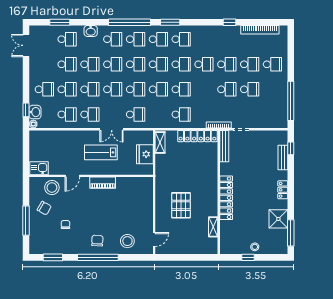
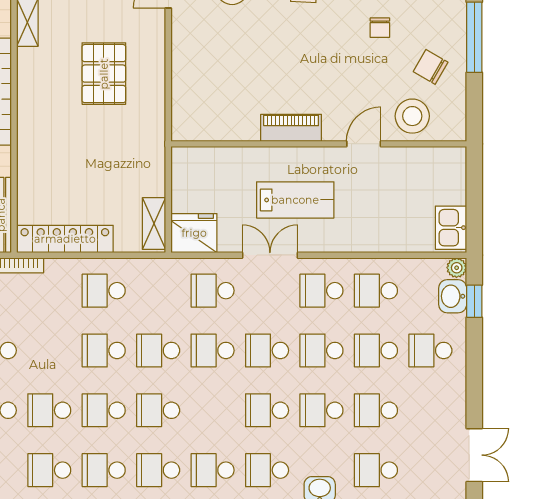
school desk: (136, 64) -> (49, 470), moved
fridge: (145, 154) -> (194, 233), moved, turned -90
kitchen sink: (39, 168) -> (451, 228), moved, turned 90

